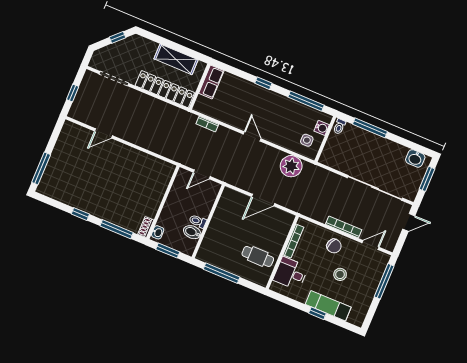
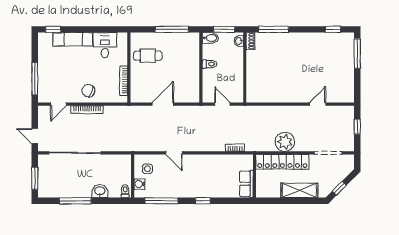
shelving: (176, 59) -> (299, 190), moved
window: (370, 128) -> (75, 201), moved
door: (252, 136) -> (174, 153), moved
washbasin: (415, 158) -> (100, 191), moved
plant: (291, 166) -> (285, 142), moved
door: (202, 174) -> (222, 104), hinge flipped
window: (80, 214) -> (333, 29), moved
door: (409, 222) -> (35, 136), hinge flipped
bidet: (192, 232) -> (210, 38), moved
desk: (291, 273) -> (105, 45), moved, turned -90
stool: (340, 274) -> (74, 69), removed
window: (317, 313) -> (53, 29), moved

